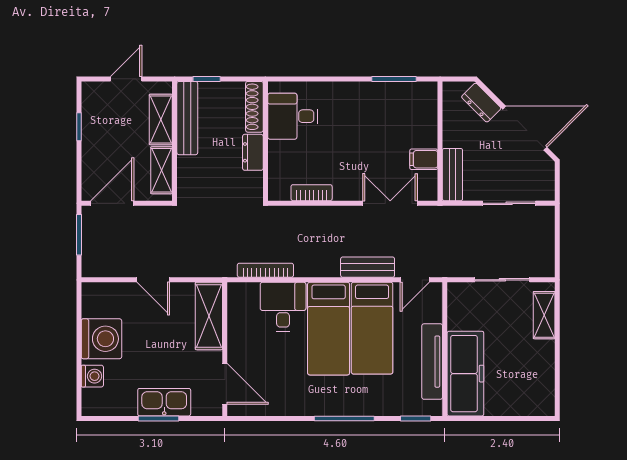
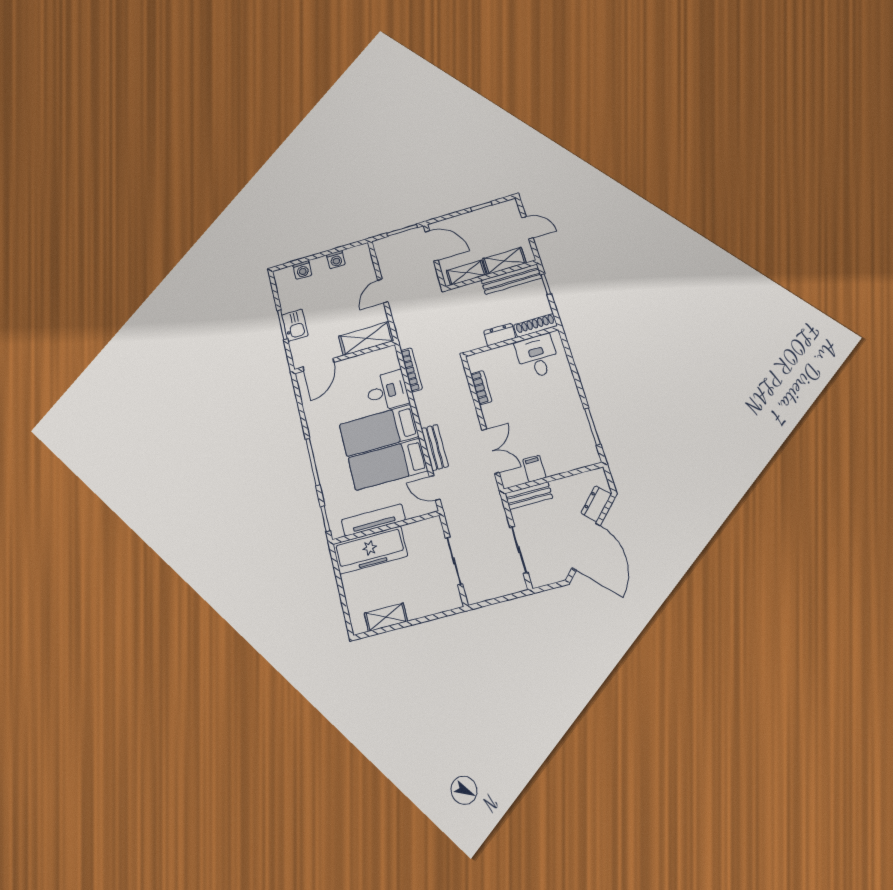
shelving: (544, 315) -> (386, 617), moved
washing machine: (101, 339) -> (336, 260), width x0.53, depth x0.53
kitchen sink: (164, 402) -> (295, 325), width x0.73

